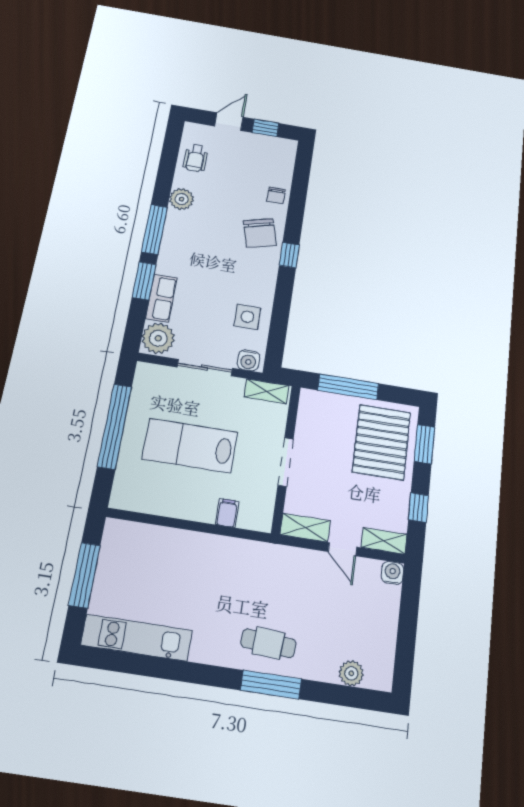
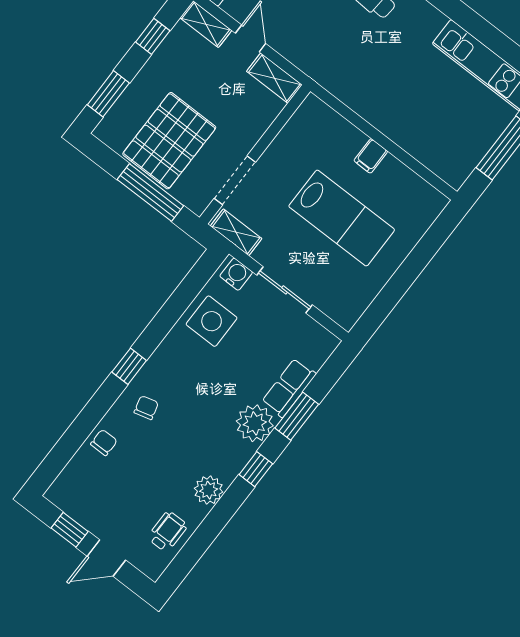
window: (154, 229) -> (256, 469), width x0.46
chair: (260, 233) -> (146, 408), width x0.54, depth x0.54
side table: (247, 317) -> (212, 321), width x1.37, depth x1.37
plant: (158, 338) -> (255, 423), moved
window: (115, 426) -> (405, 277), removed
pallet: (382, 442) -> (169, 141), moved
doorway: (286, 462) -> (235, 180), moved
filing cabinet: (227, 513) -> (371, 156), moved

